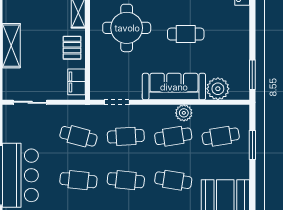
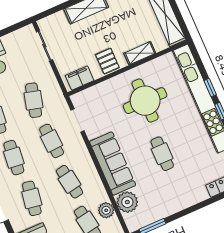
pallet: (72, 48) -> (107, 61), turned 90
plant: (184, 113) -> (106, 210), moved

